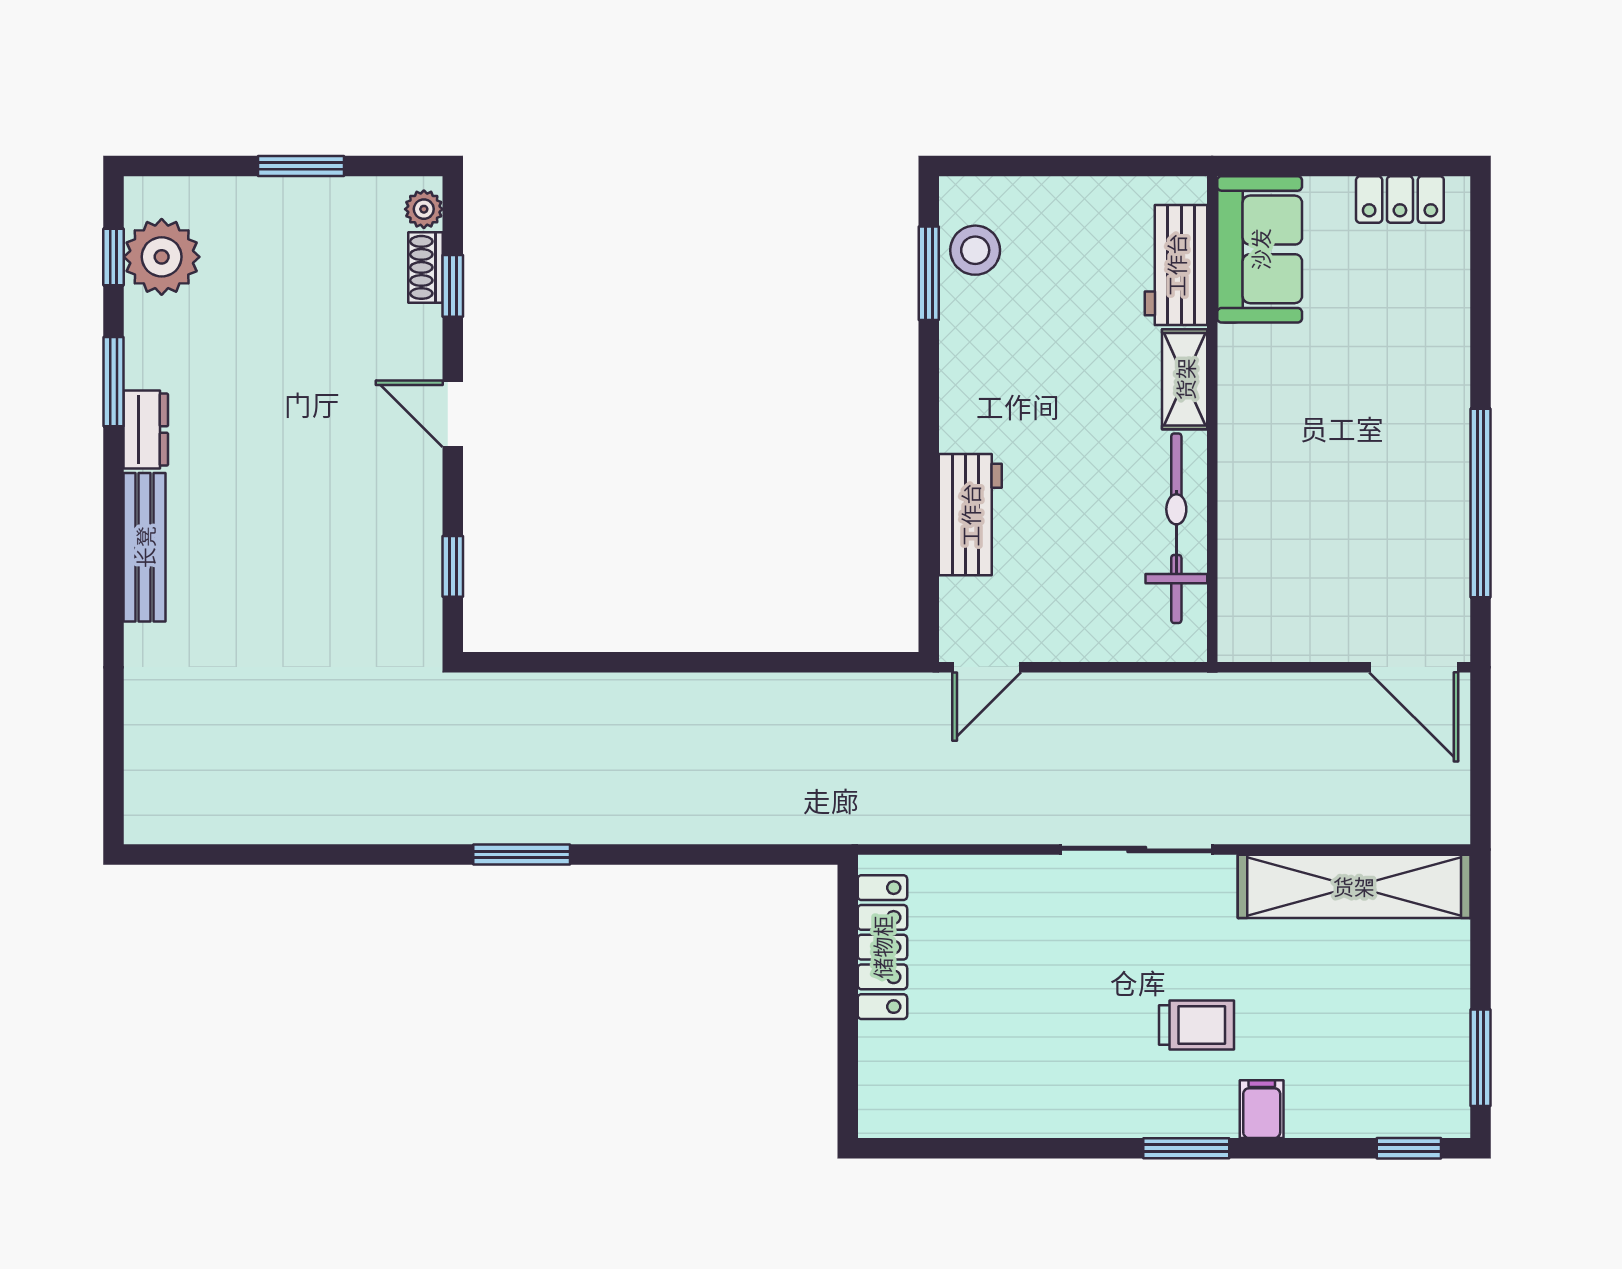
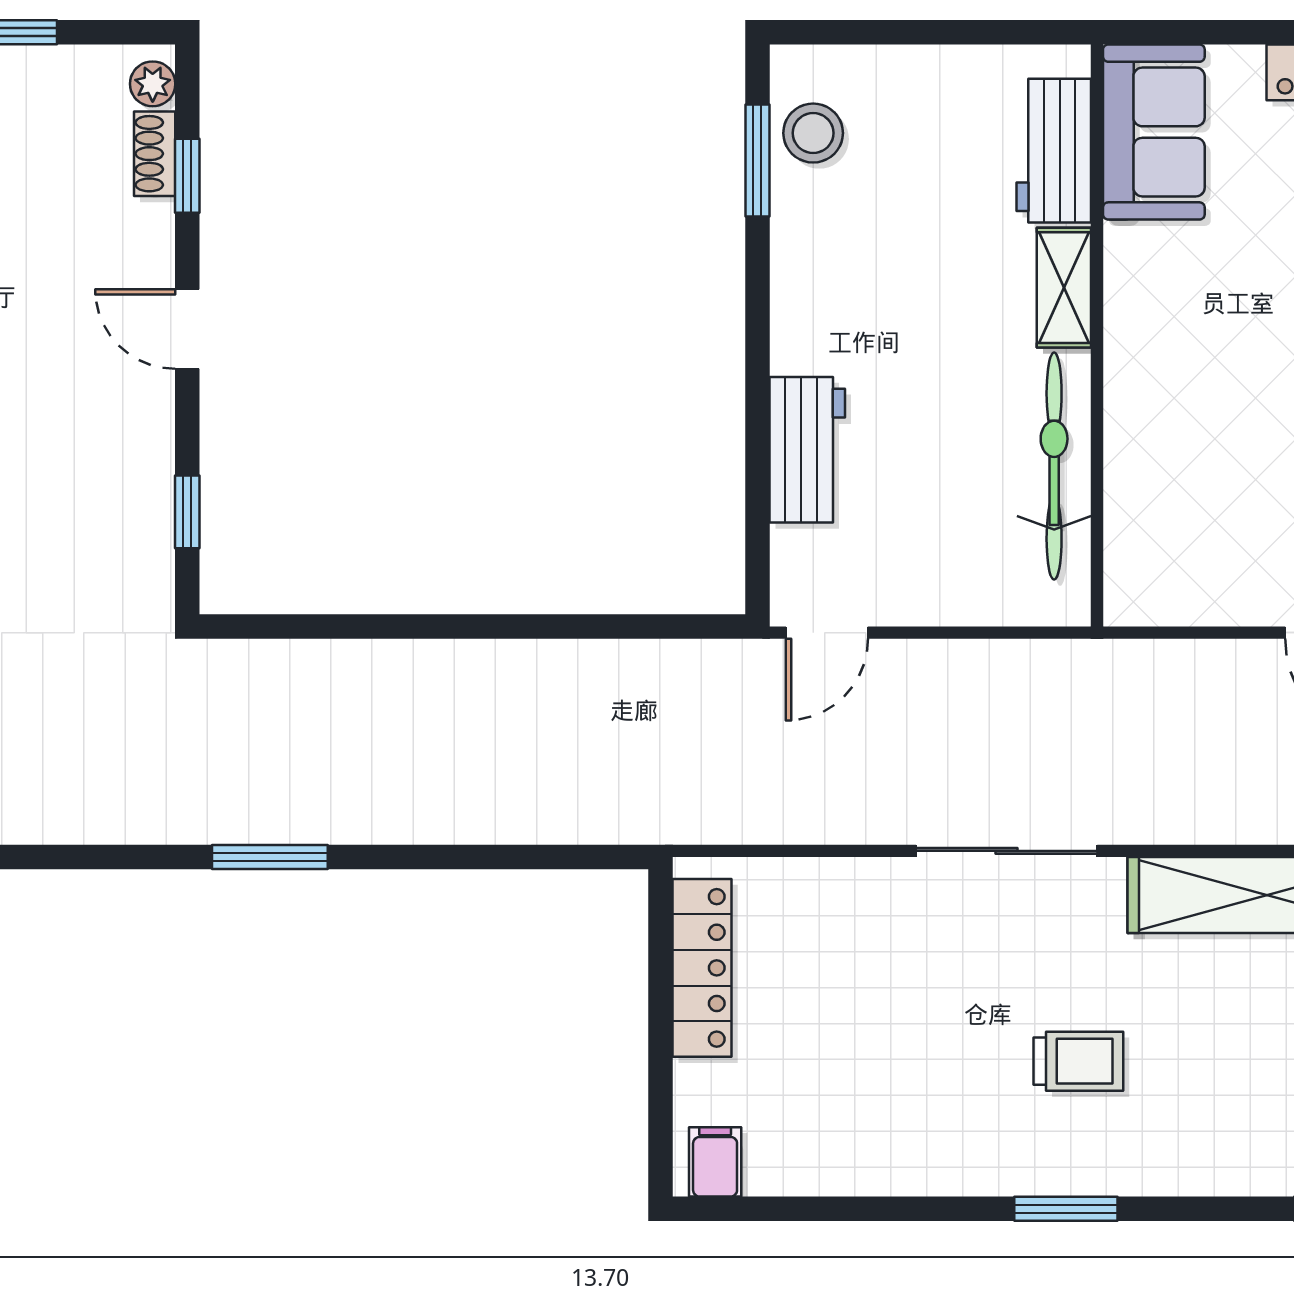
filing cabinet: (1262, 1109) -> (715, 1162), moved

